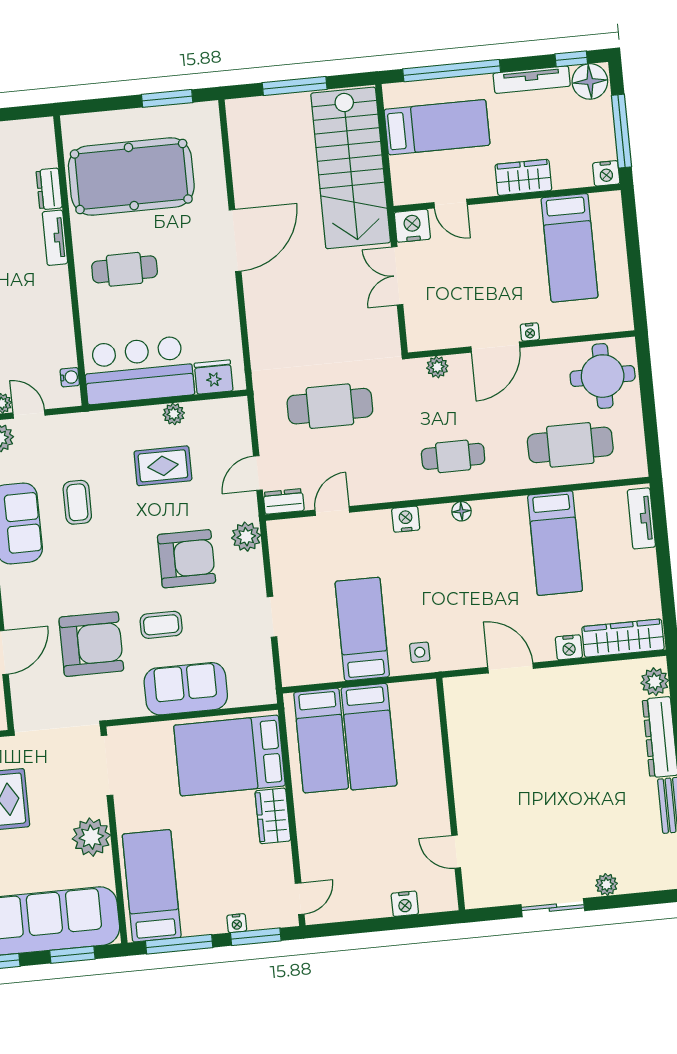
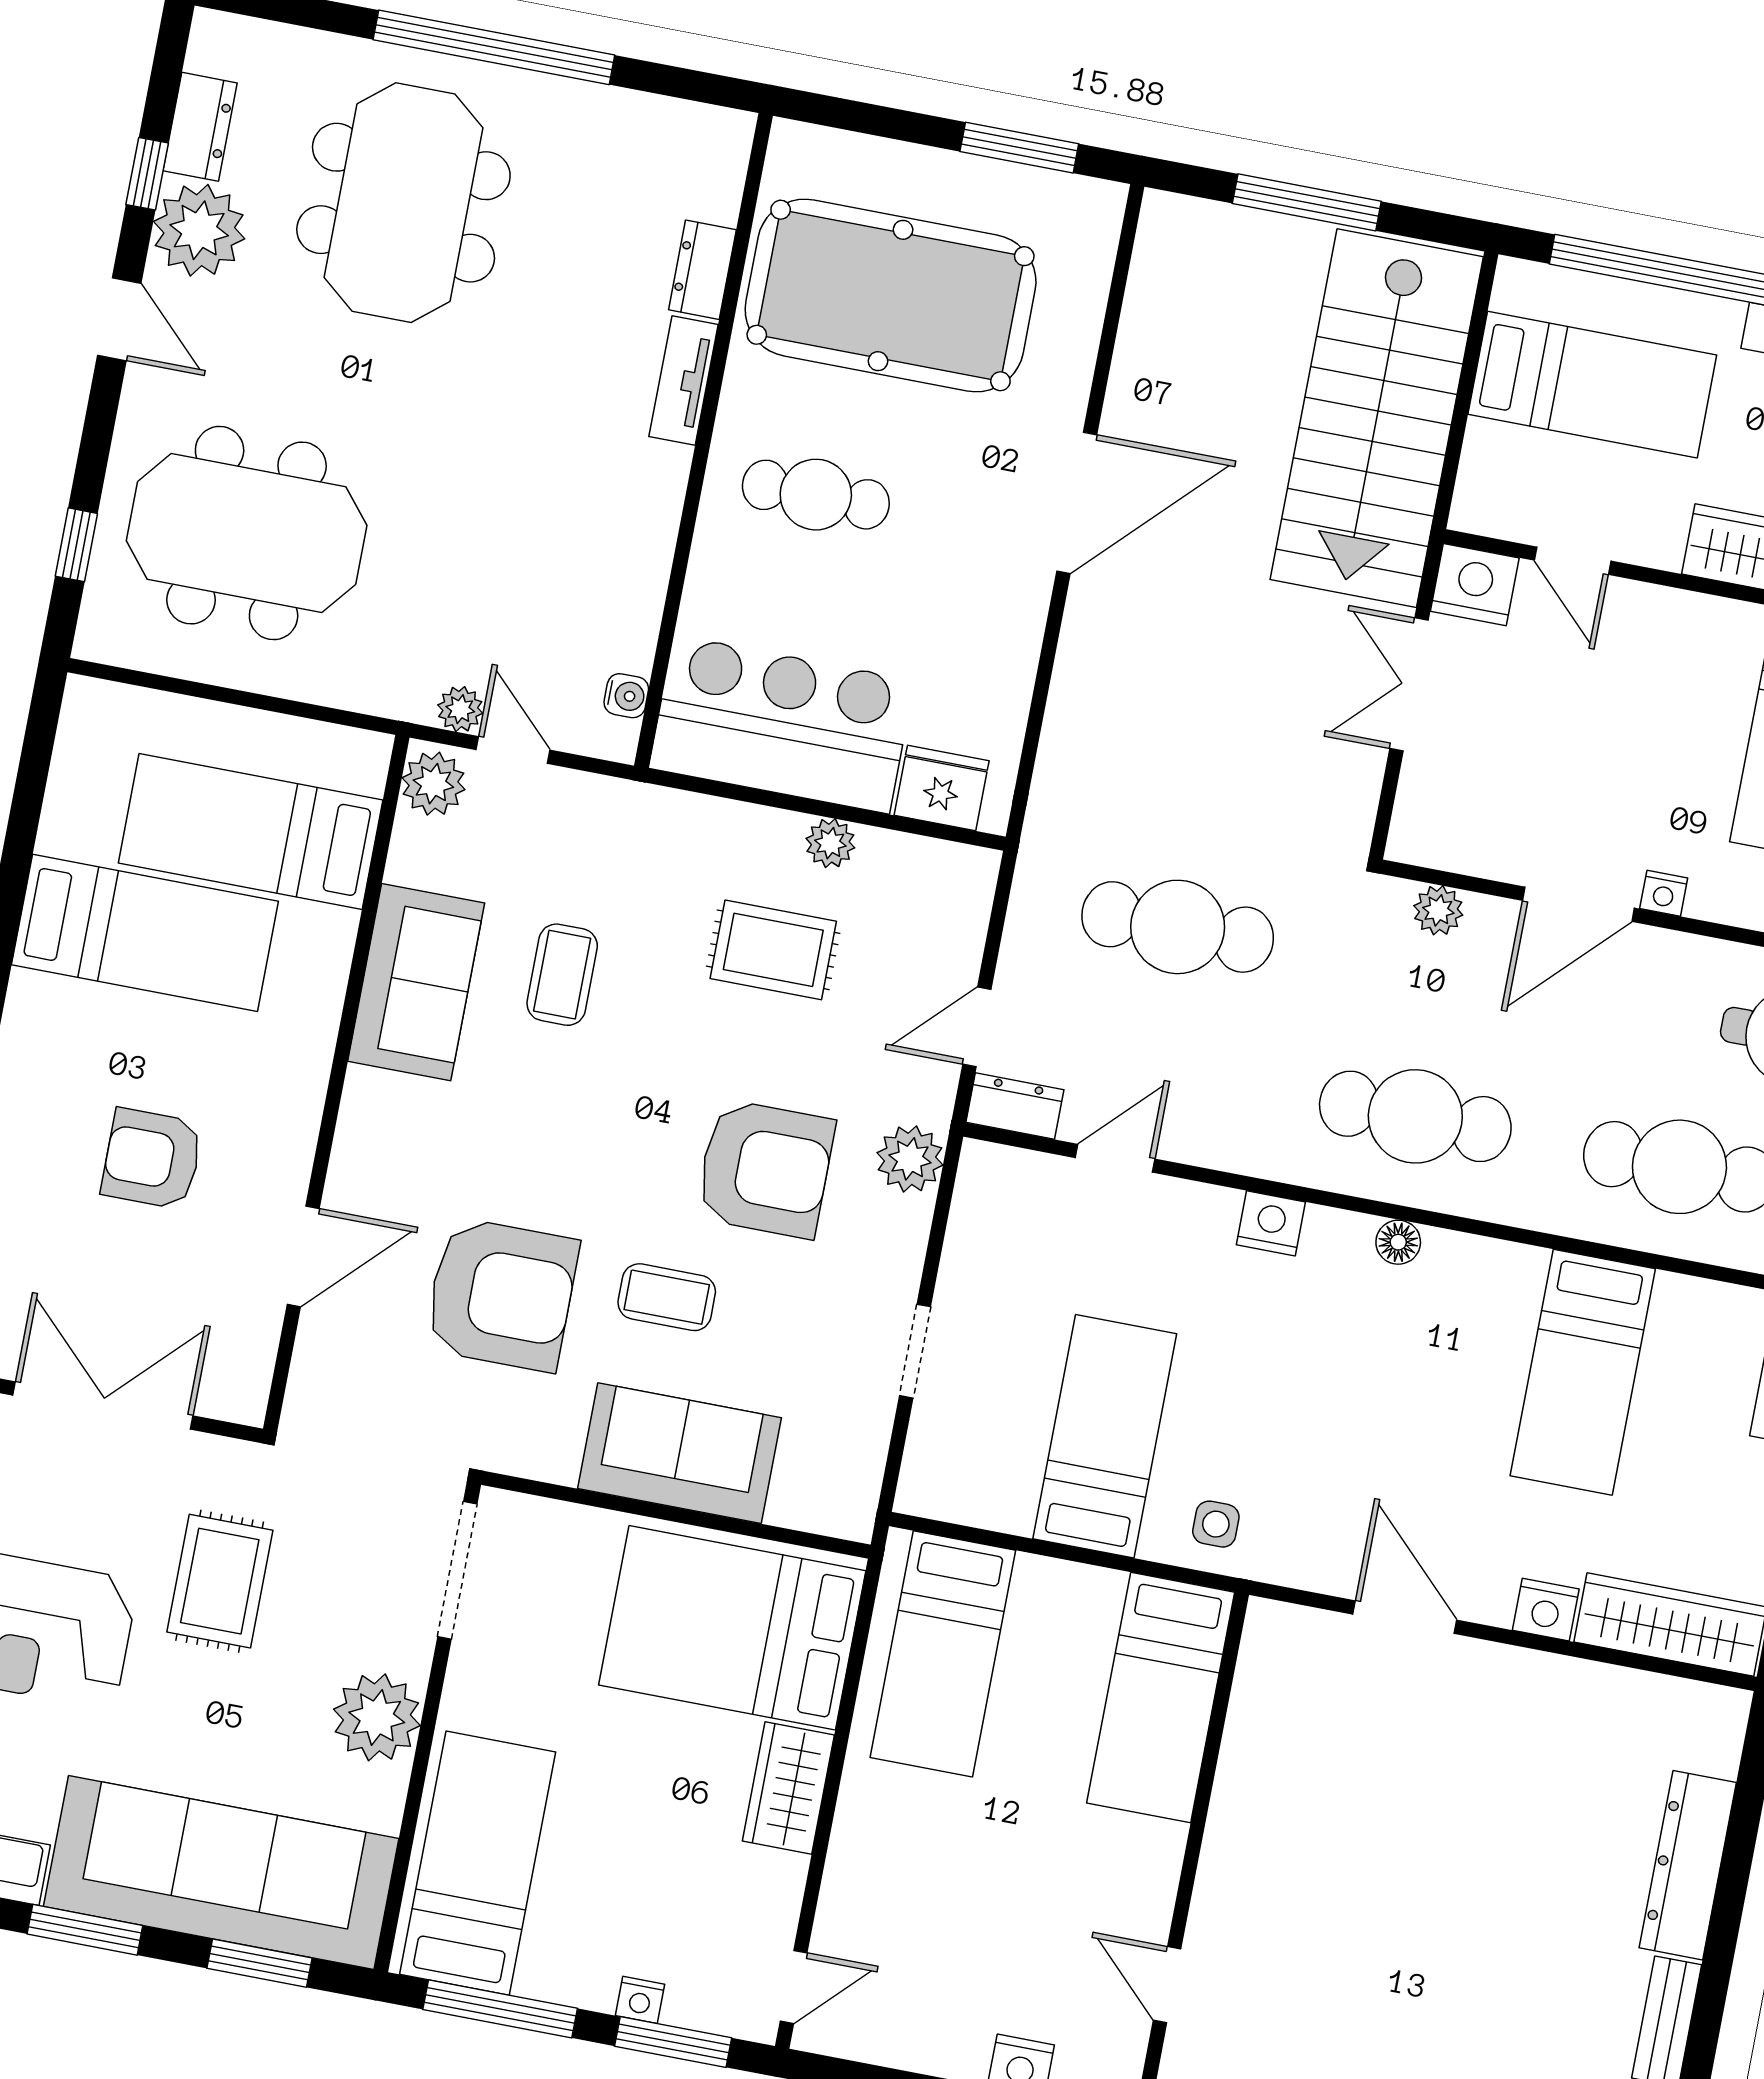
cafe table: (453, 456) -> (1415, 1116), width x1.37, depth x1.35
plant: (655, 682) -> (1712, 1740), removed
bed: (369, 737) -> (1161, 1698), moved

